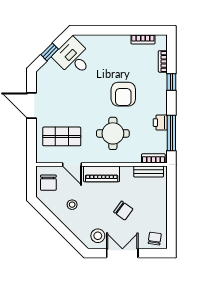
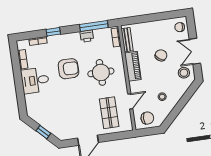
desk: (73, 58) -> (35, 80), moved, turned 45
piano: (102, 174) -> (133, 66), moved

